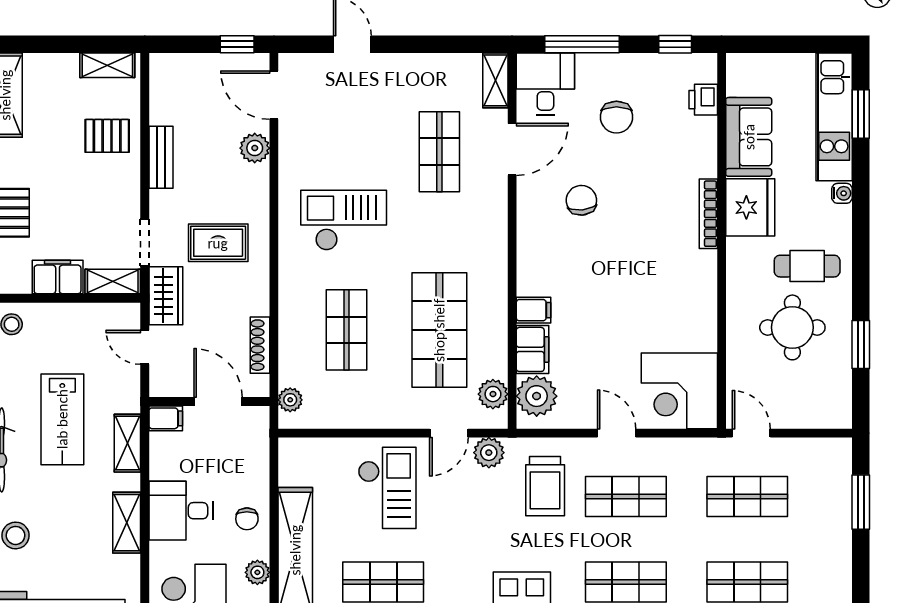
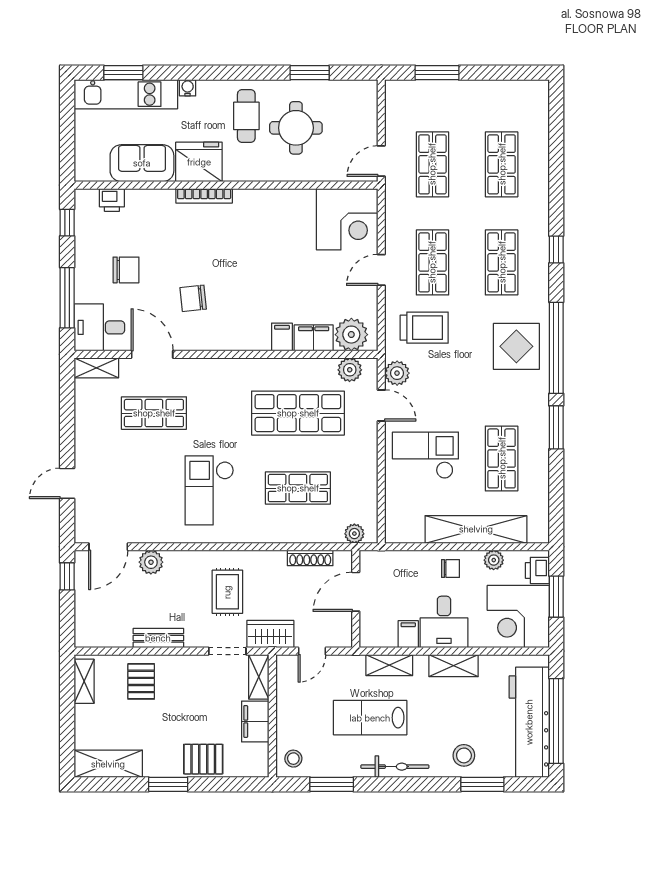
filing cabinet: (166, 418) -> (408, 634), moved
lab bench: (62, 419) -> (370, 718), turned 180

